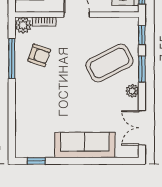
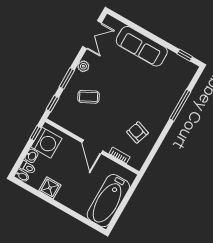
plant: (23, 25) -> (137, 162), removed
window: (12, 58) -> (180, 105), moved
coffee table: (109, 63) -> (89, 97), width x0.54, depth x0.58

